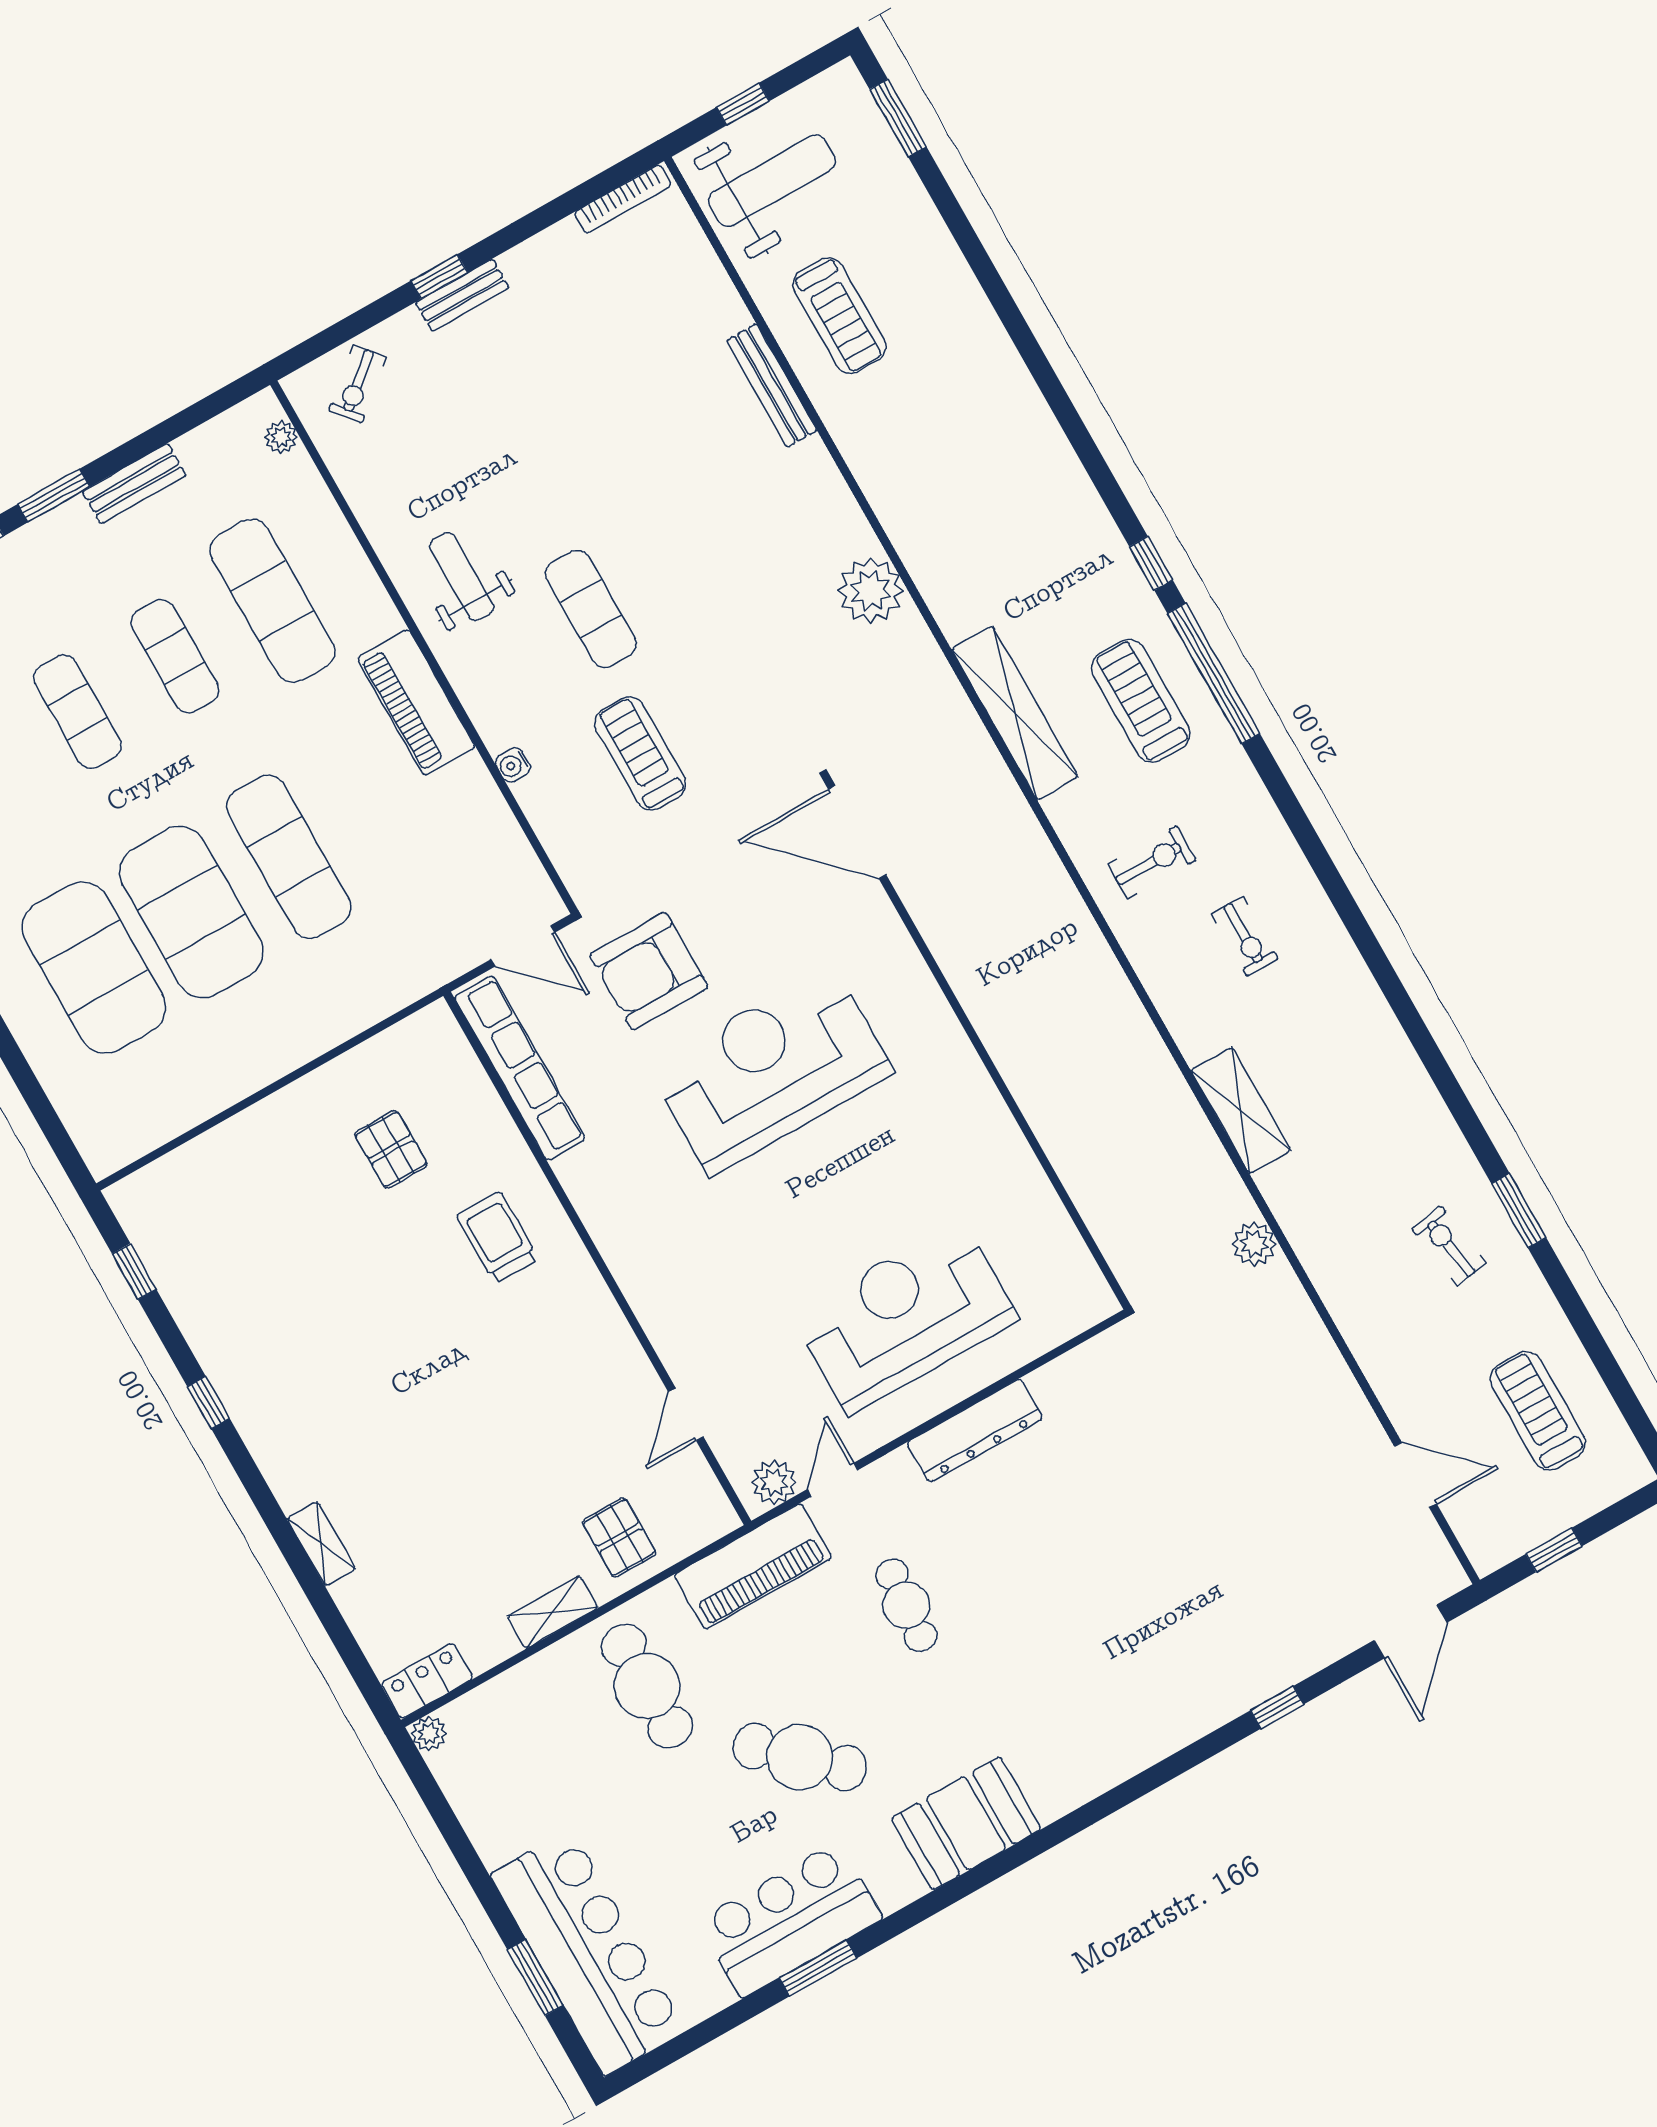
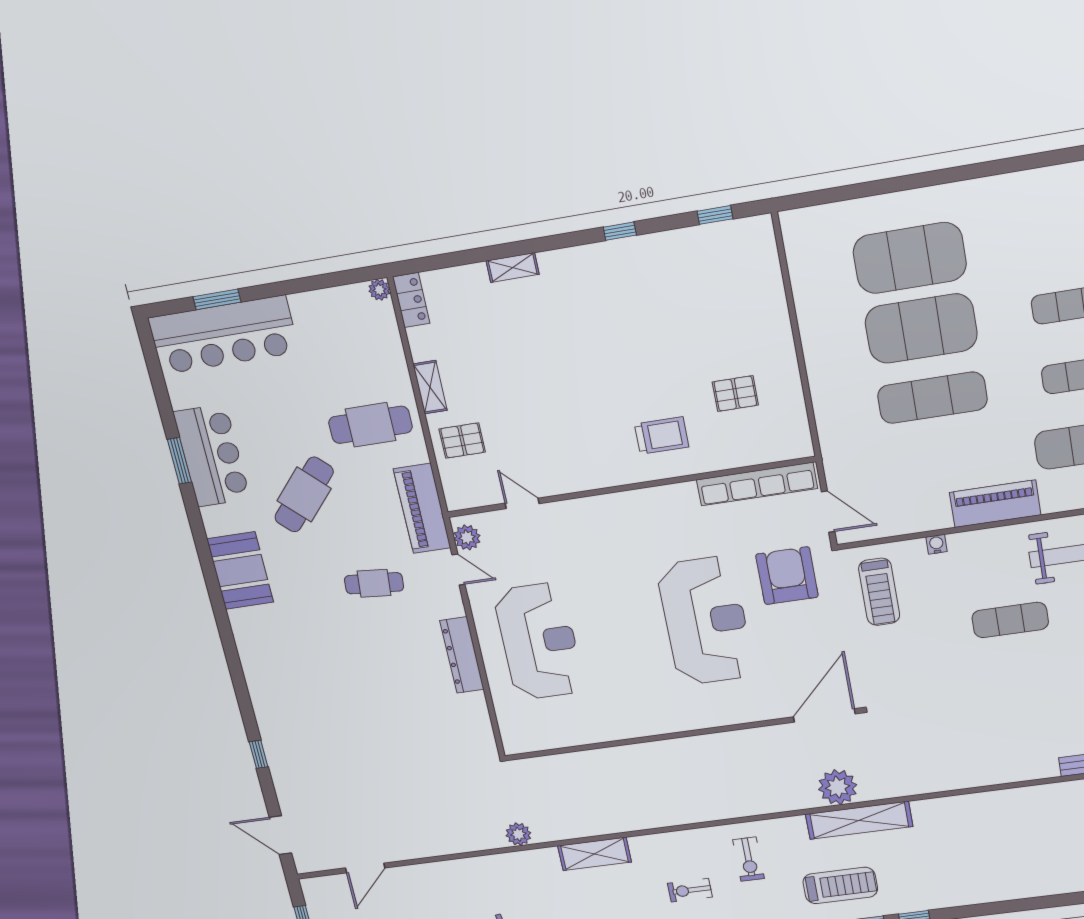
plant: (871, 591) -> (838, 787), moved
treadmill: (640, 753) -> (879, 592), moved, turned 90
door: (523, 946) -> (828, 512), swing flipped

